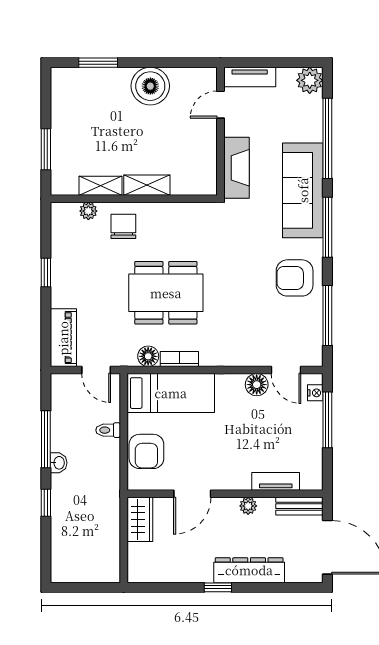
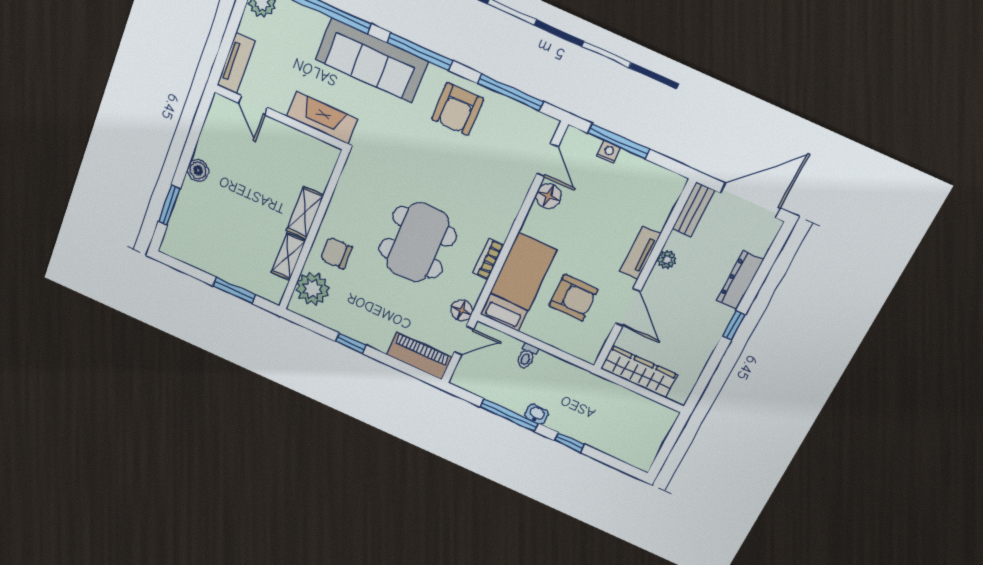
boiler: (150, 86) -> (198, 170), width x0.54, depth x0.54
plant: (88, 211) -> (313, 289), width x1.87, depth x1.87
floor lamp: (148, 356) -> (462, 310), moved
door: (286, 370) -> (547, 160), hinge flipped
nightstand: (315, 393) -> (609, 152), moved
armchair: (146, 451) -> (573, 298), moved
tv unit: (276, 481) -> (640, 253), moved
wardrobe: (140, 519) -> (639, 372), width x1.50
dresser: (249, 570) -> (740, 280), width x0.73, depth x0.80

